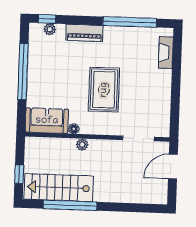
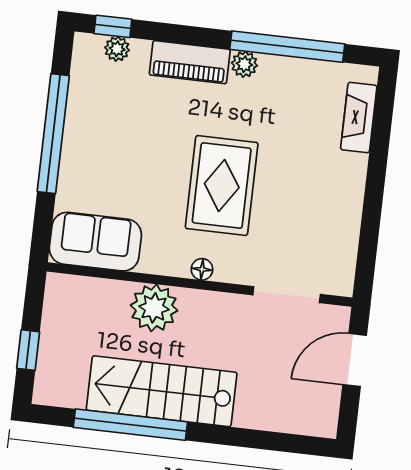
plant: (110, 32) -> (244, 64), added
floor lamp: (74, 129) -> (202, 269), moved
plant: (82, 145) -> (154, 308), width x1.88, depth x1.88
stairs: (59, 188) -> (162, 391), moved

